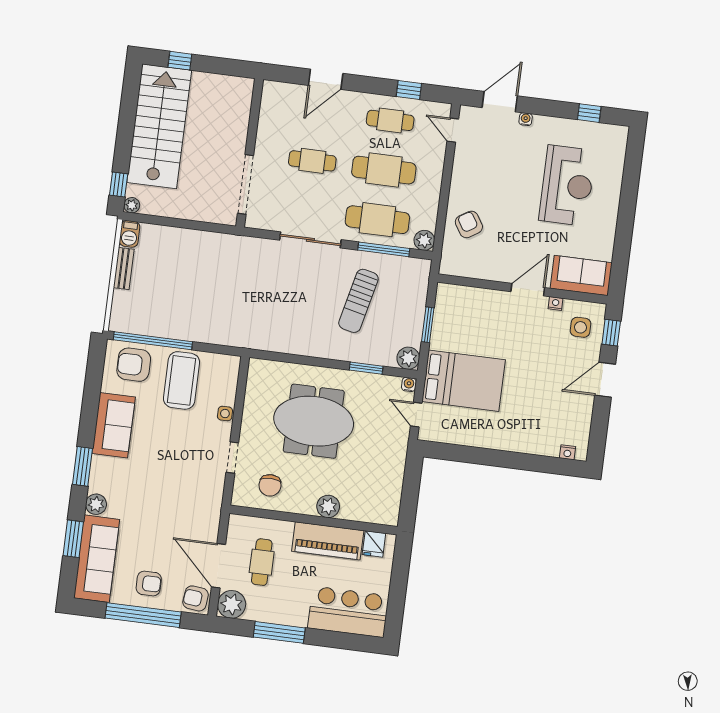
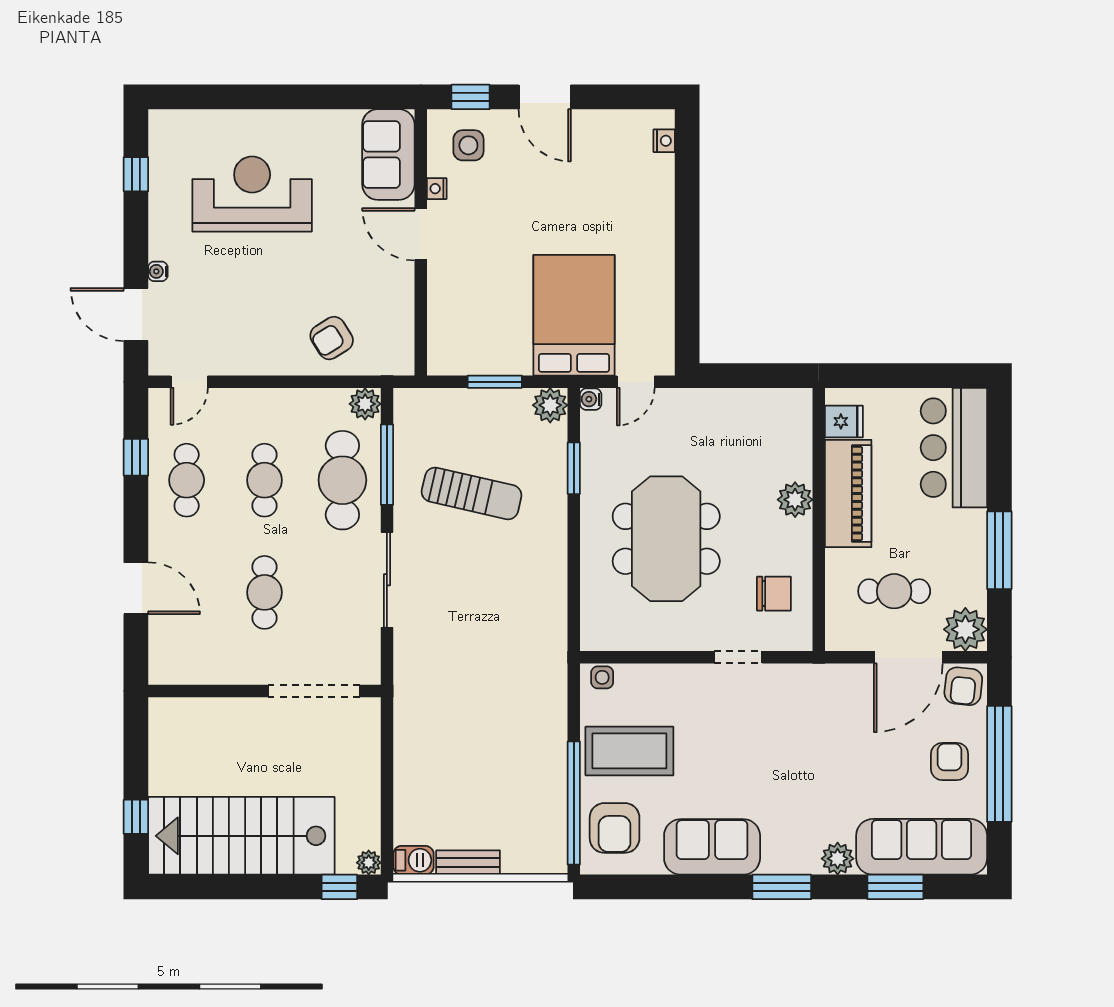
cafe table: (384, 170) -> (264, 480), width x0.73, depth x0.74
side table: (225, 414) -> (602, 677), moved

